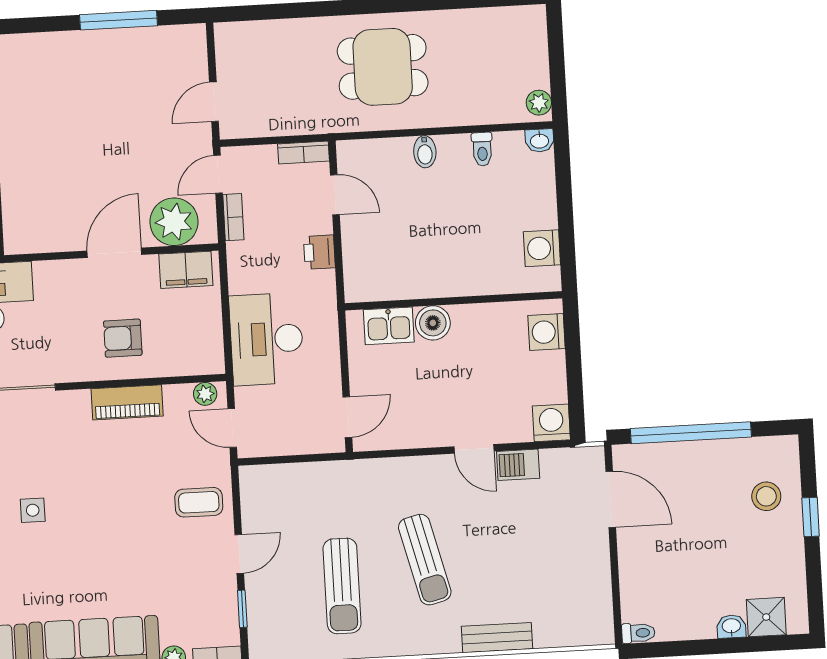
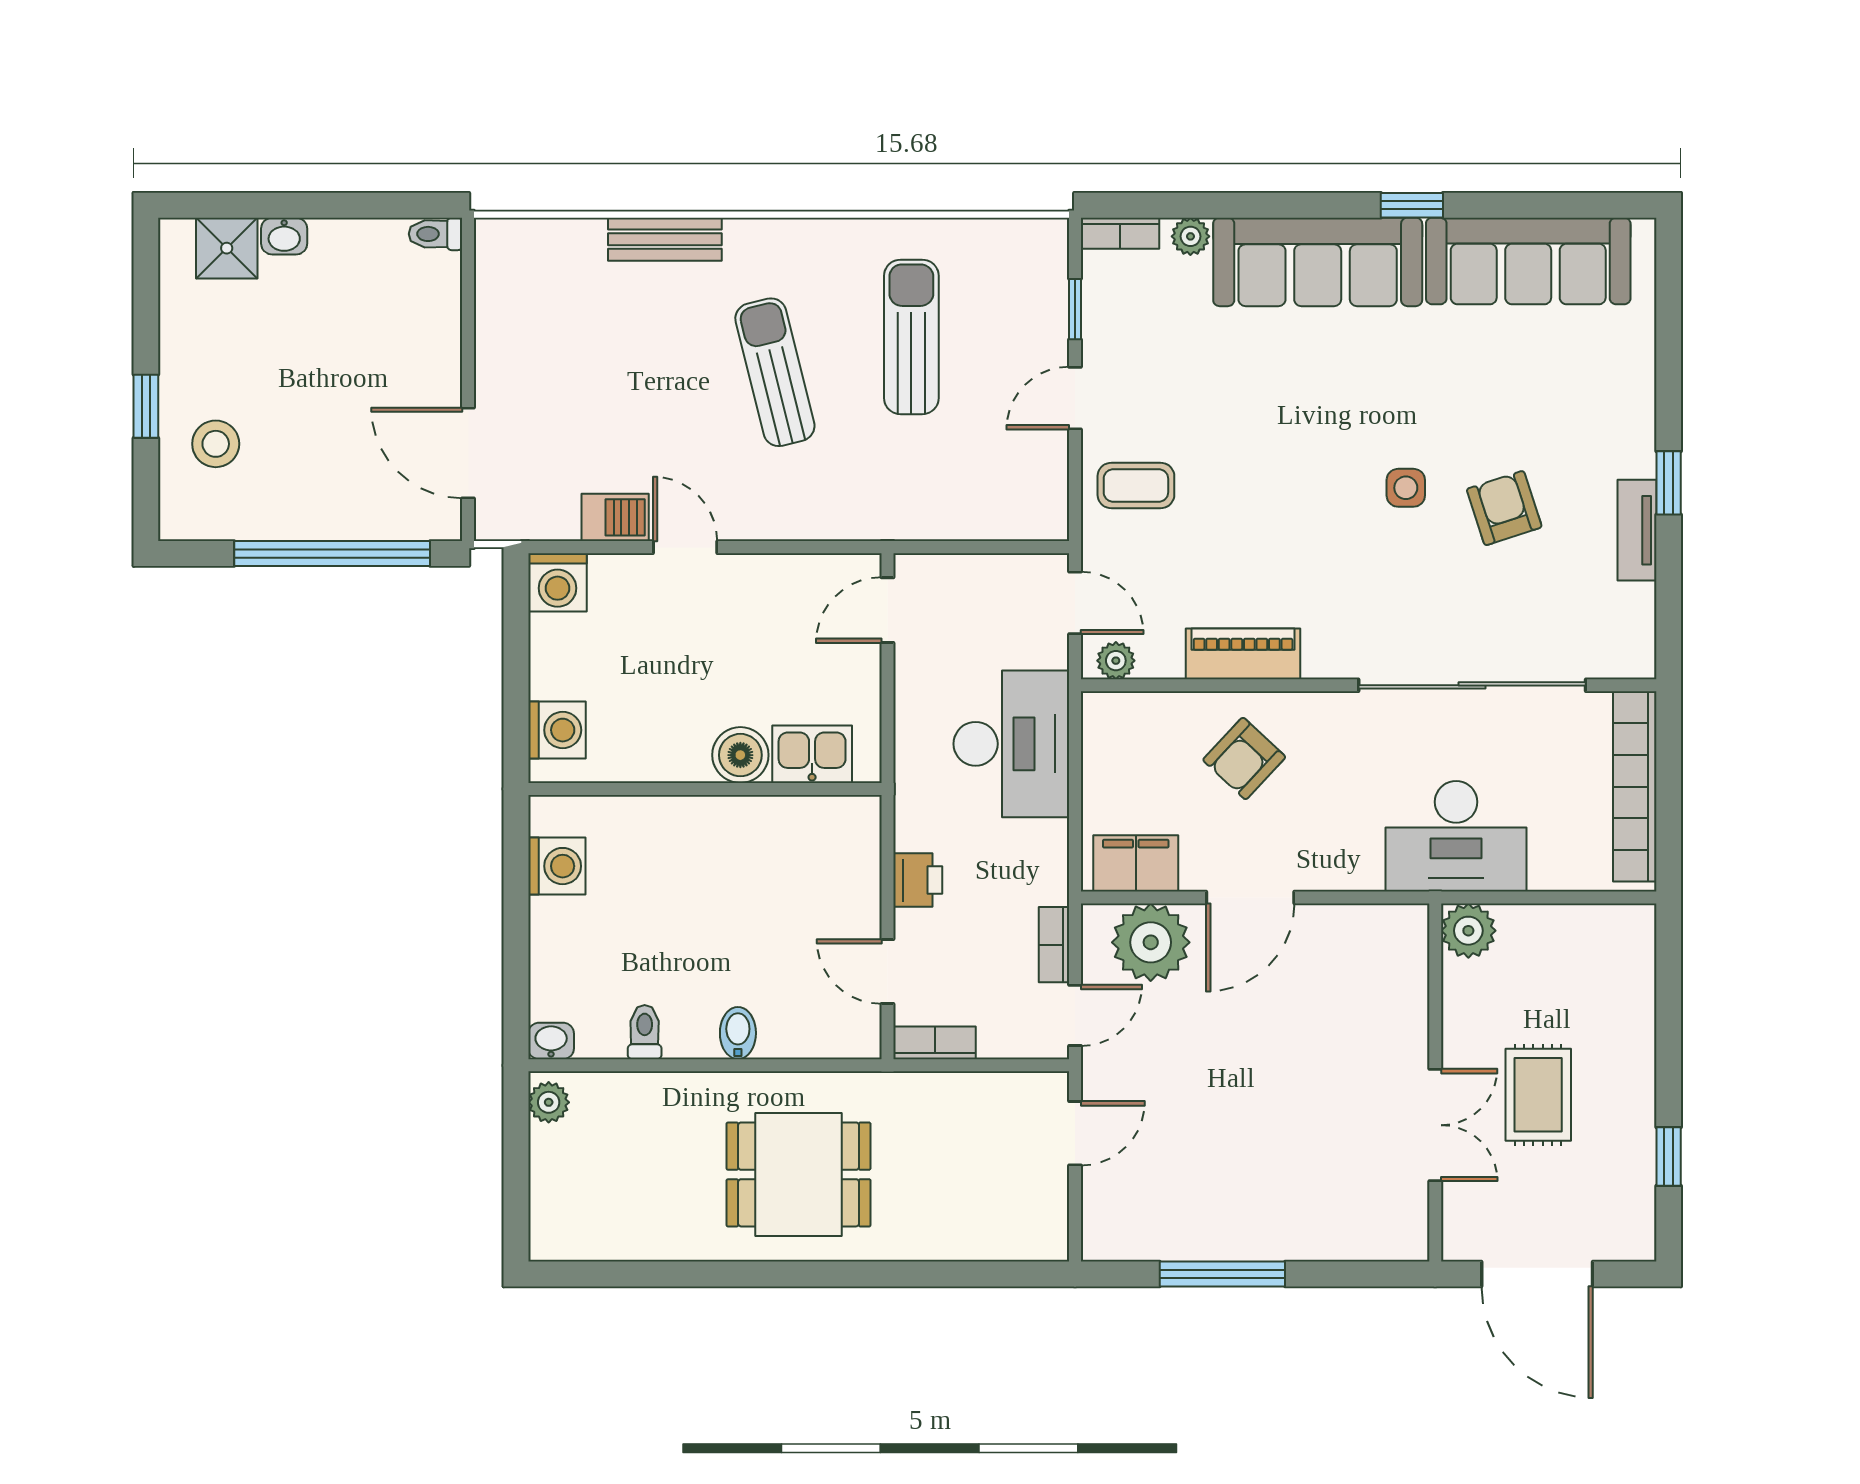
armchair: (123, 338) -> (1244, 758), turned 133

